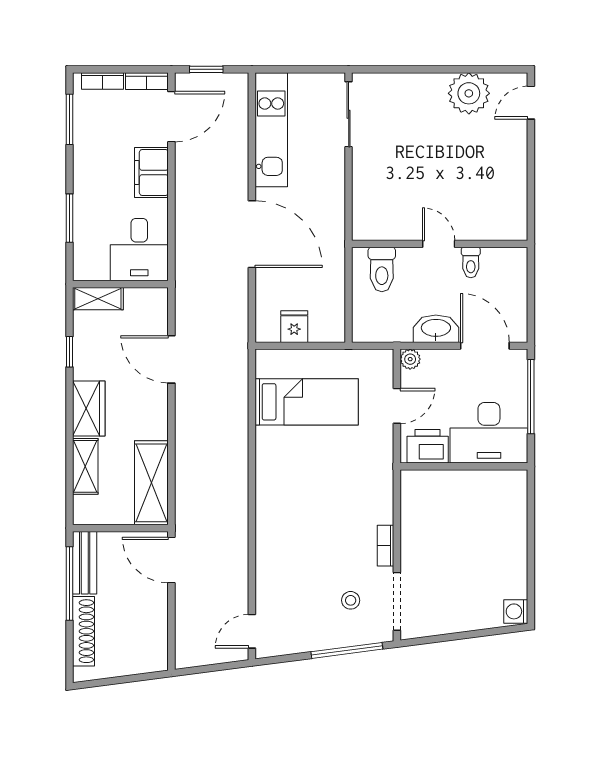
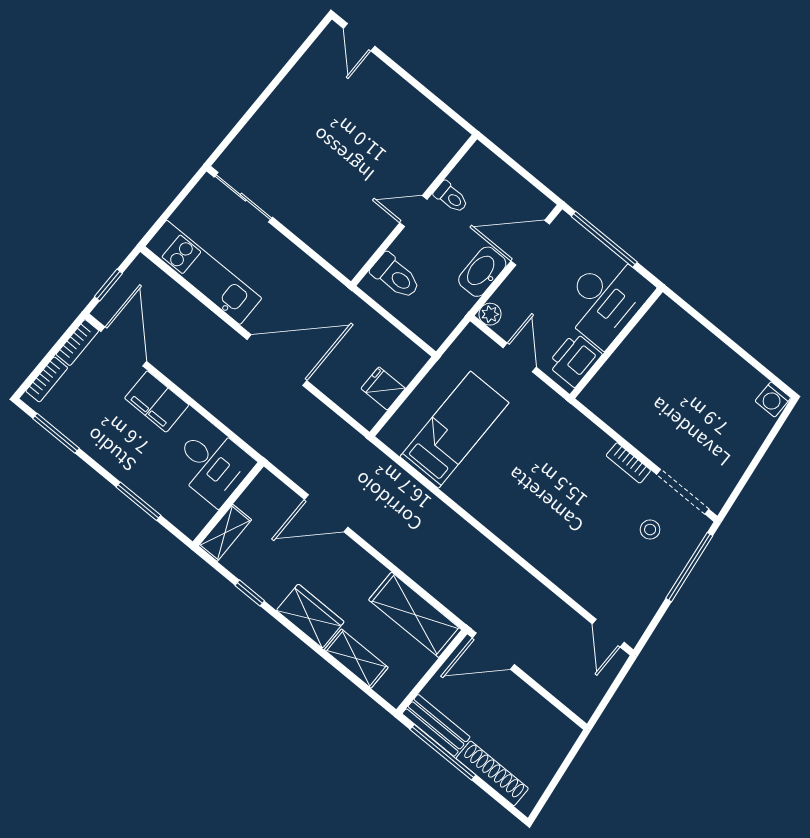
plant: (469, 93) -> (309, 83), removed

